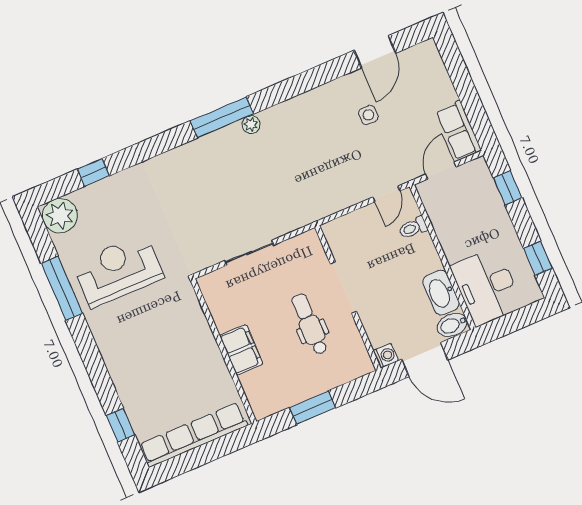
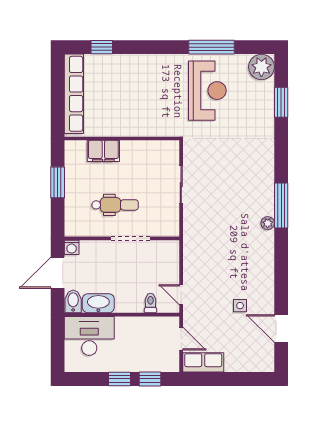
window: (93, 172) -> (281, 102), width x1.50
window: (538, 258) -> (120, 379), moved
filing cabinet: (241, 350) -> (103, 151), moved

